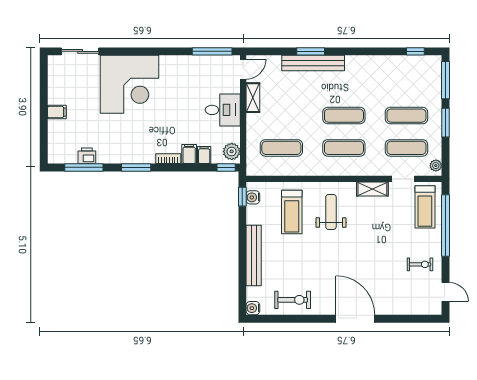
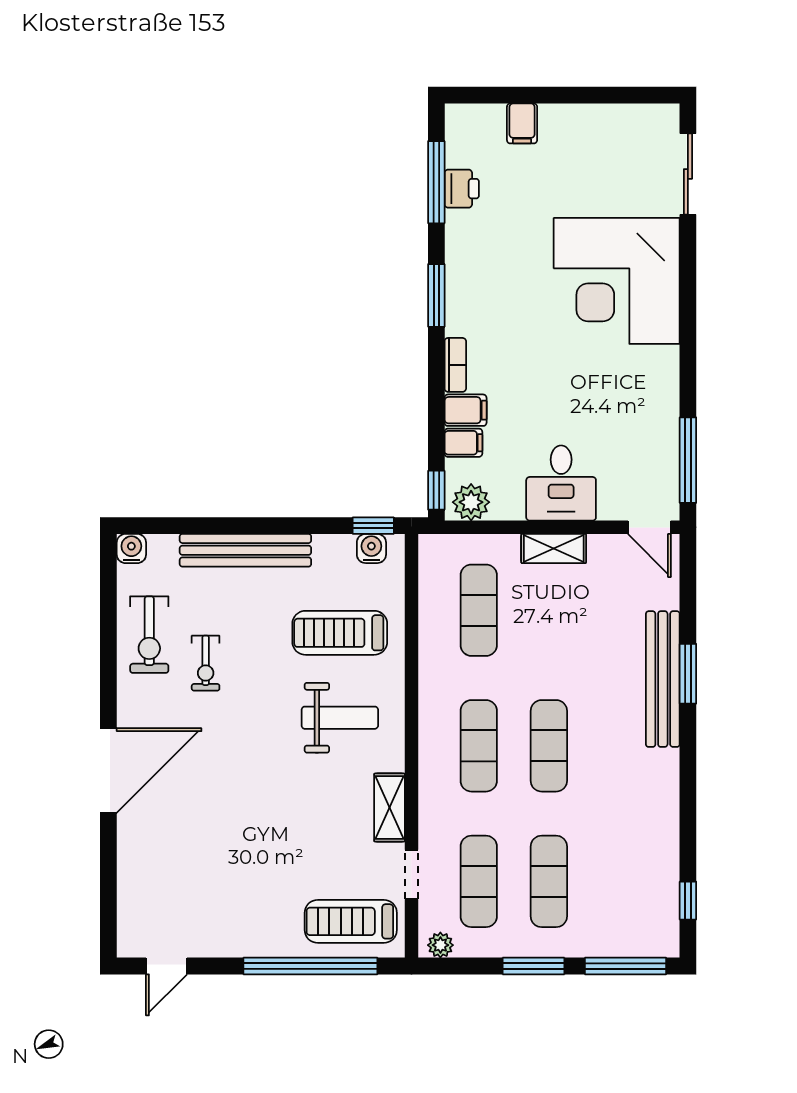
shelving: (253, 98) -> (554, 548), moved
filing cabinet: (57, 112) -> (522, 123), moved
exercise bike: (420, 264) -> (206, 663), moved

